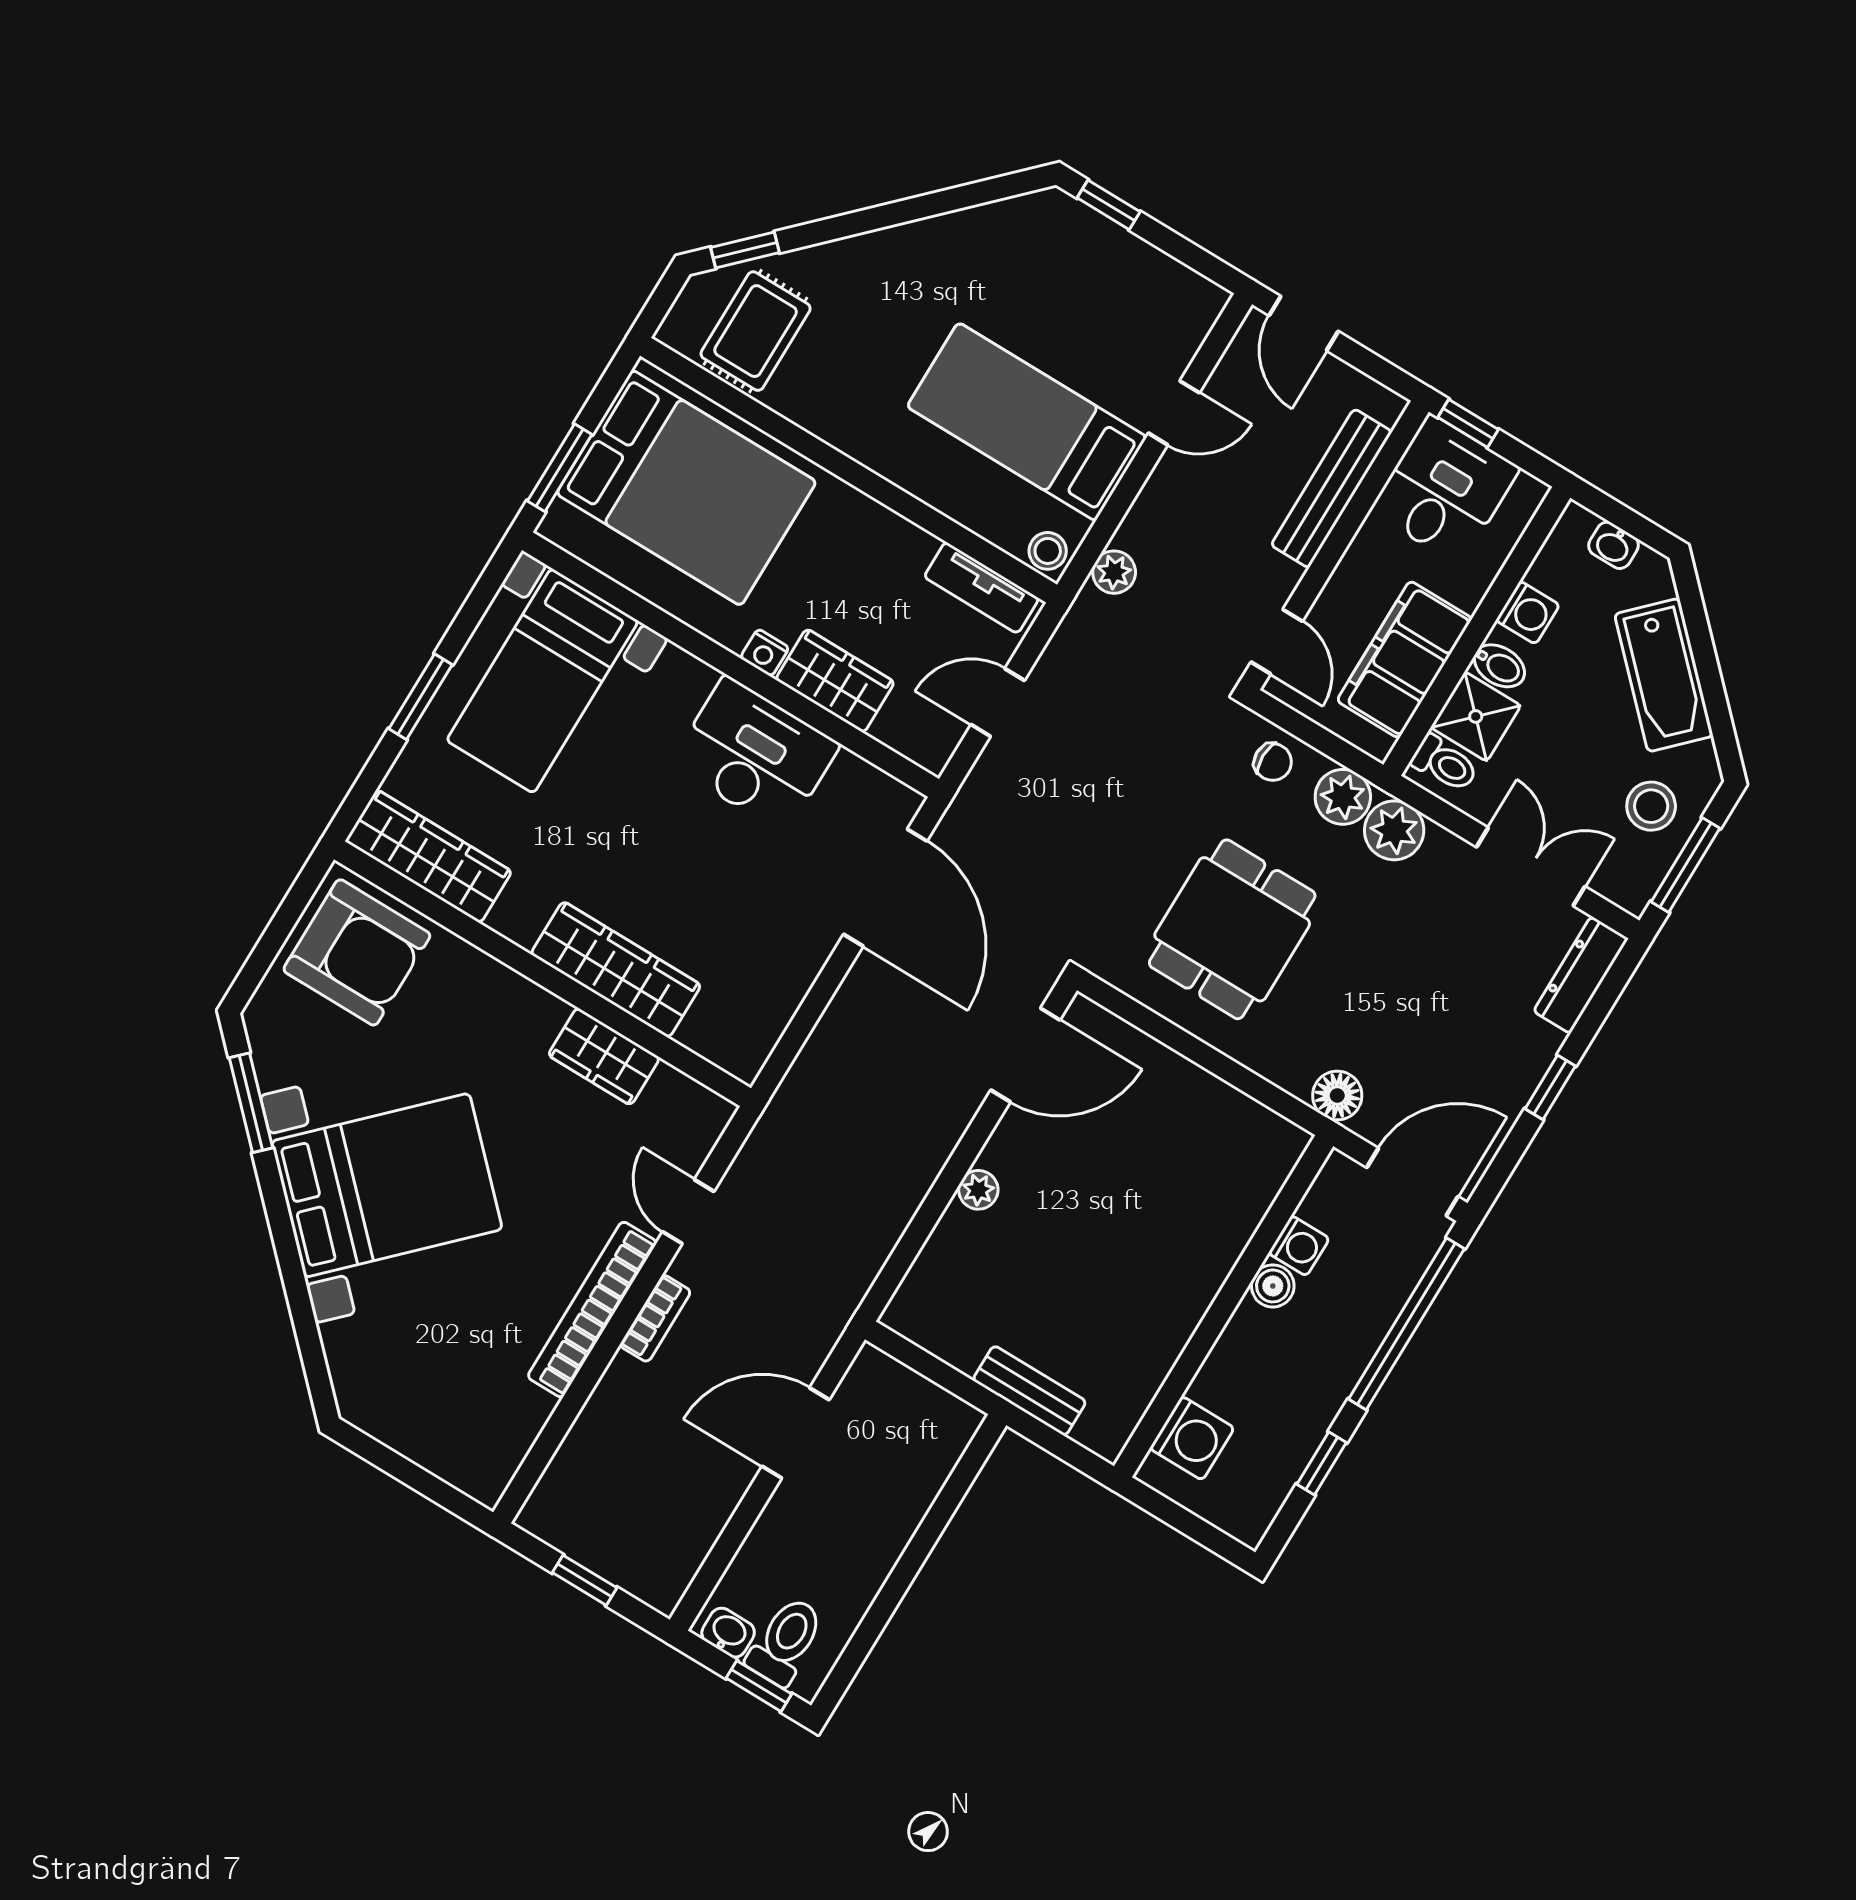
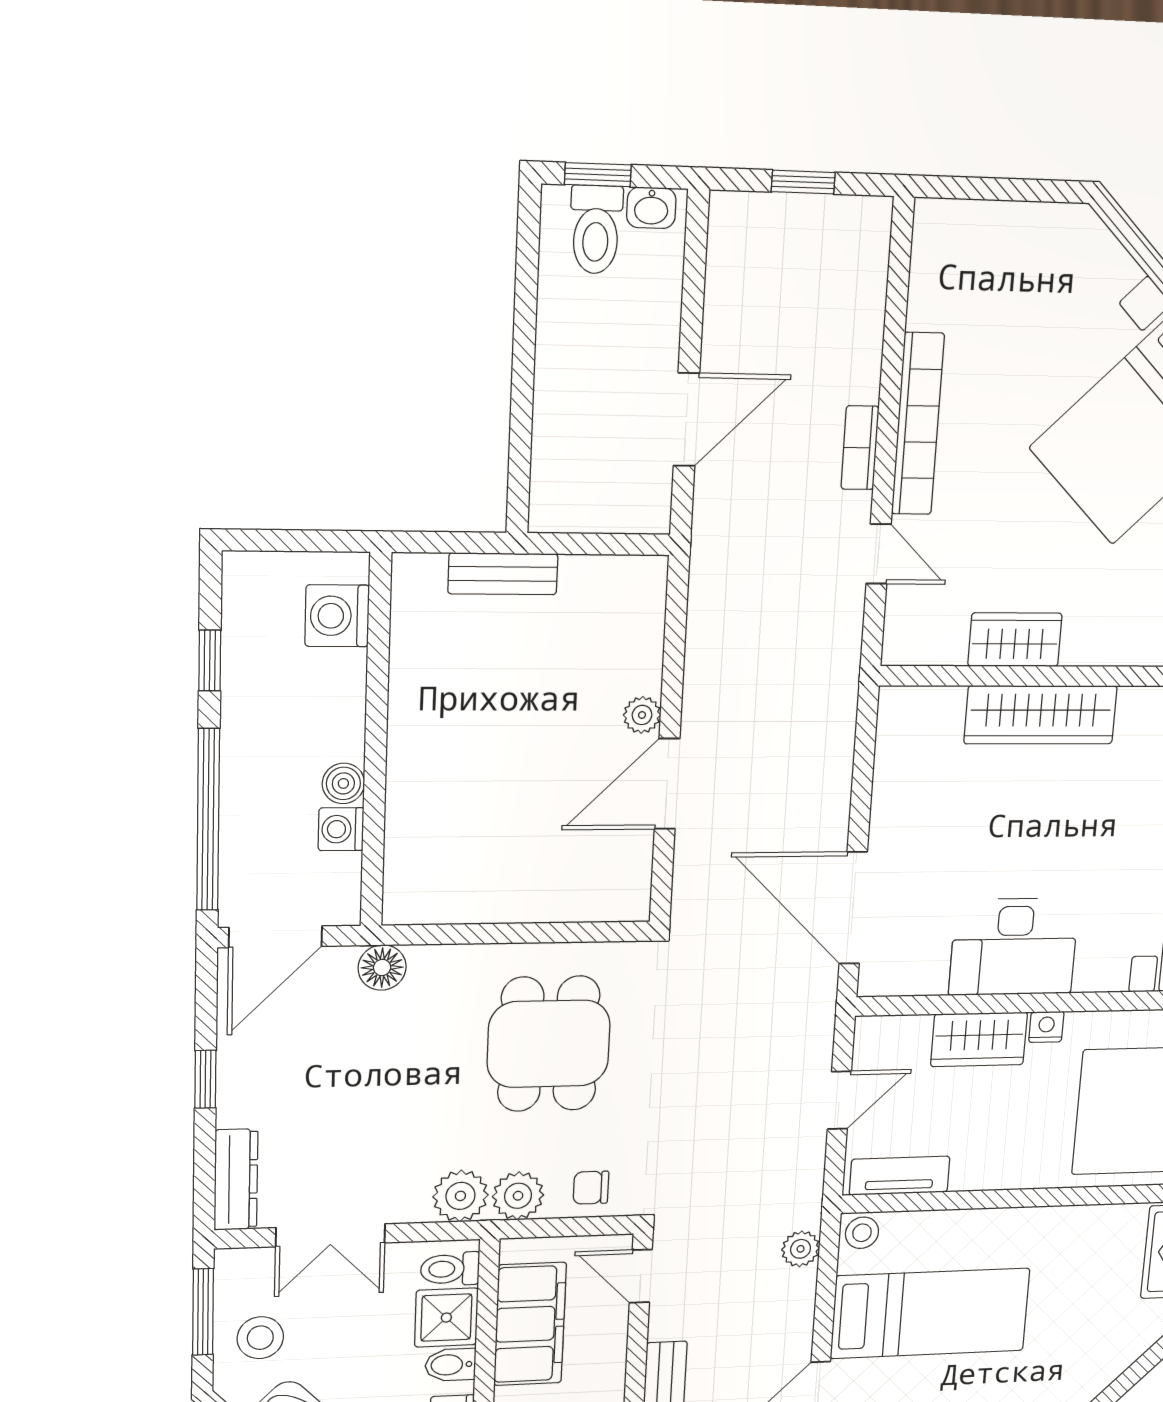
door: (1025, 1055) -> (667, 784), moved

